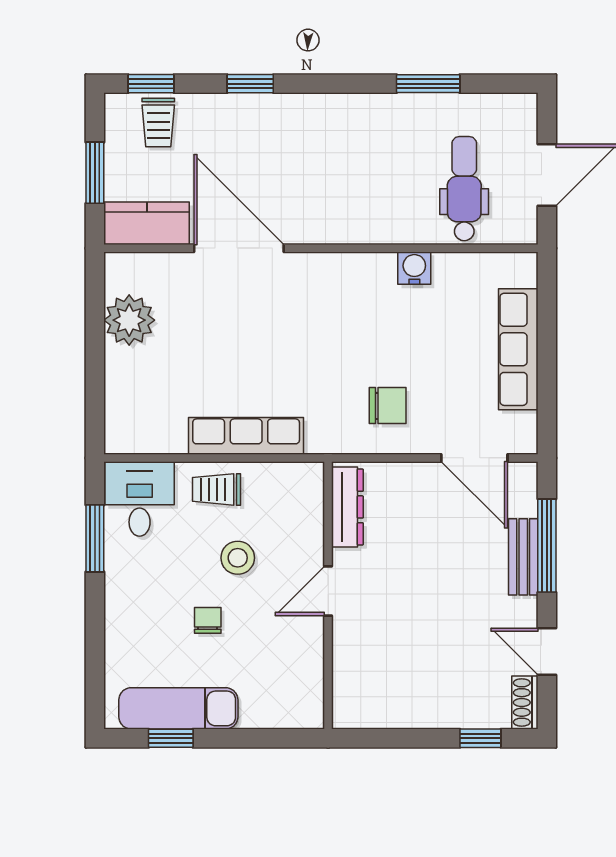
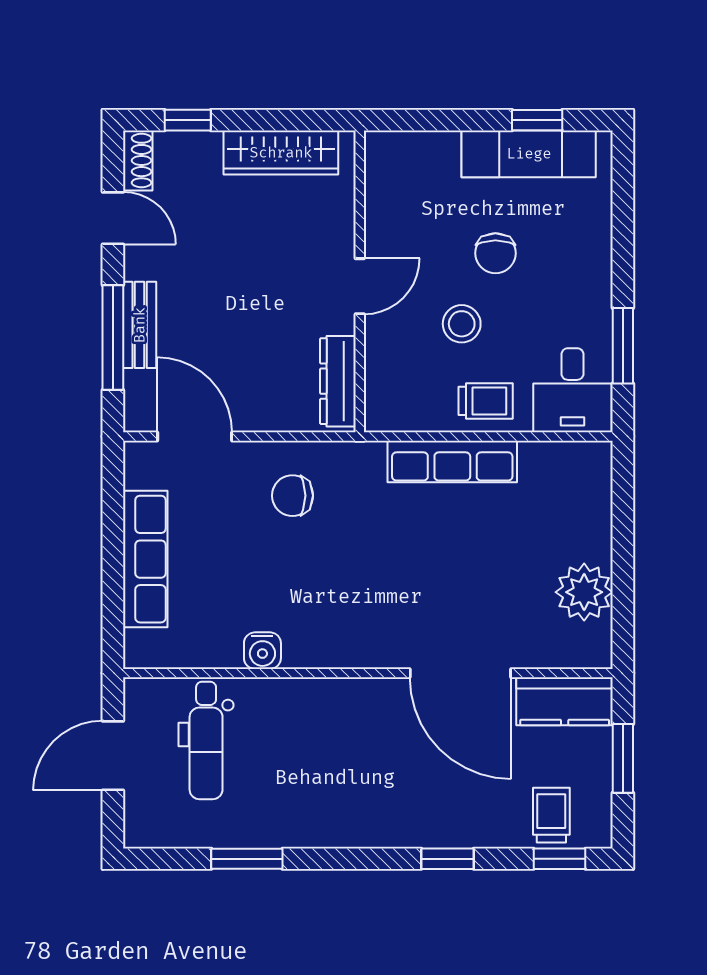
chair: (208, 620) -> (495, 253), width x1.37, depth x1.37
wardrobe: (398, 710) -> (281, 153), added

